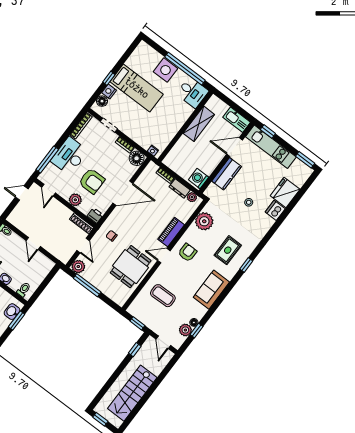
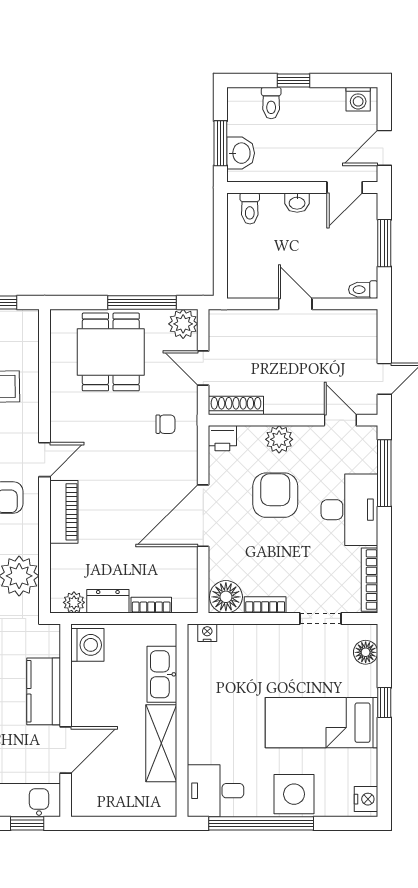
nightstand: (109, 91) -> (366, 799), moved
kitchen sink: (237, 120) -> (162, 674), moved, turned -90
armchair: (92, 181) -> (275, 495), turned 90
dining table: (131, 267) -> (111, 352), moved

